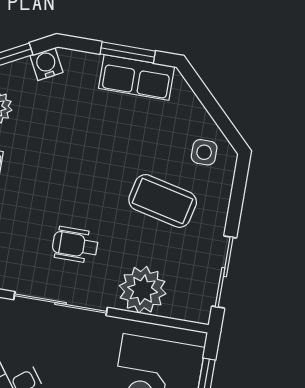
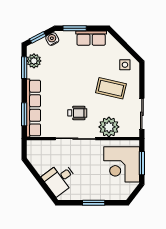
window: (128, 52) -> (75, 28), moved
wheelchair: (75, 245) -> (77, 113), turned 180

